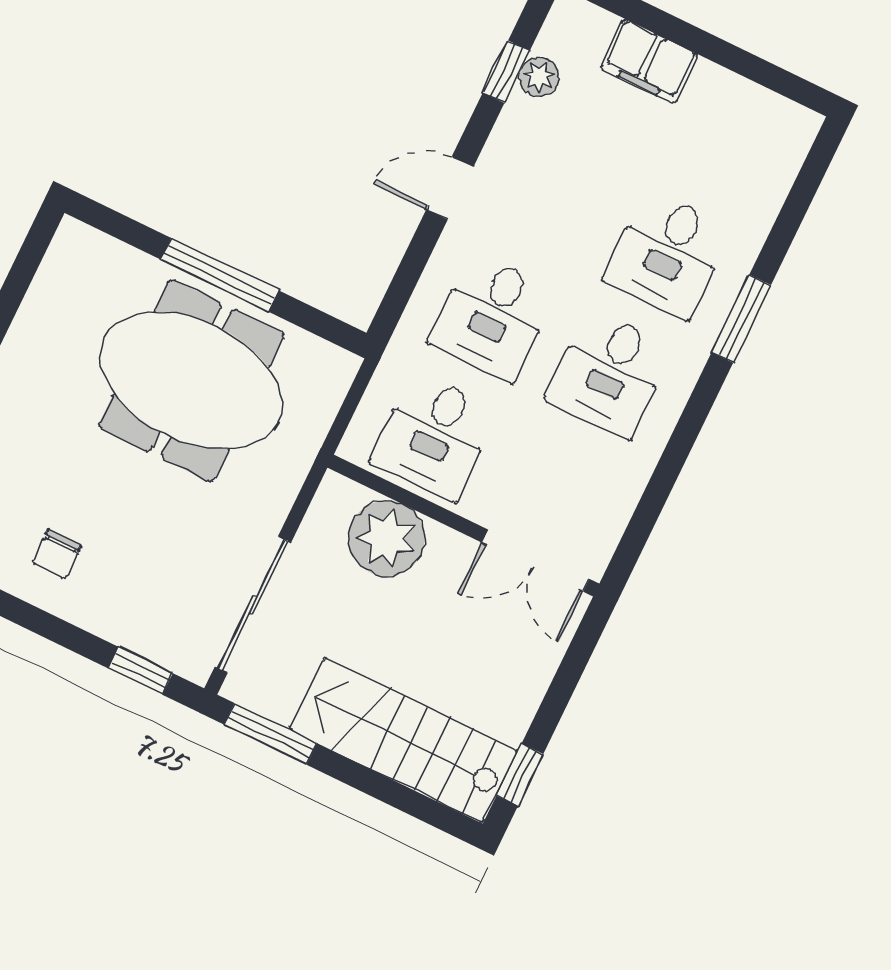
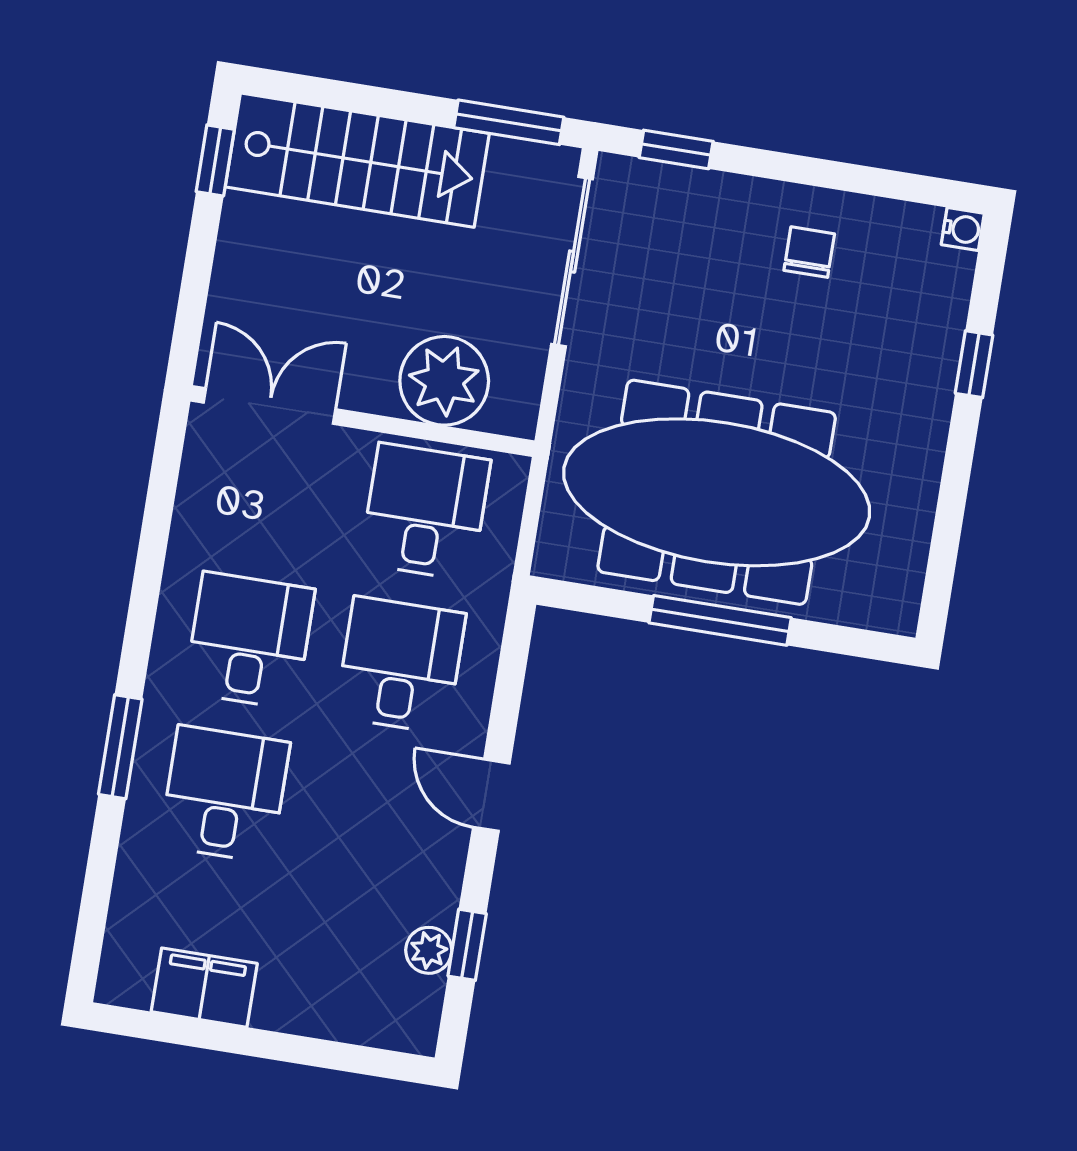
filing cabinet: (649, 61) -> (204, 988), moved
door: (450, 188) -> (491, 795), swing flipped
meeting table: (191, 380) -> (717, 492), width x1.36

